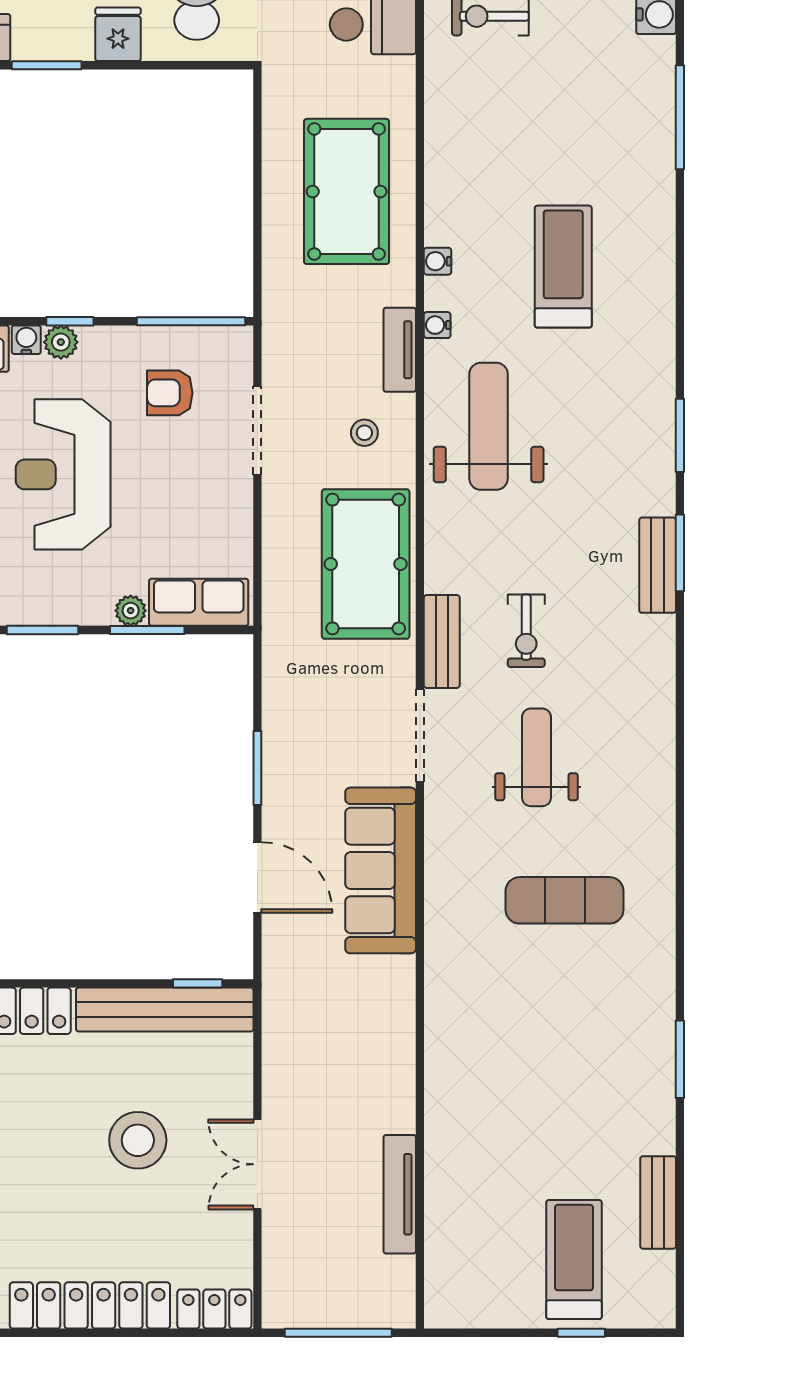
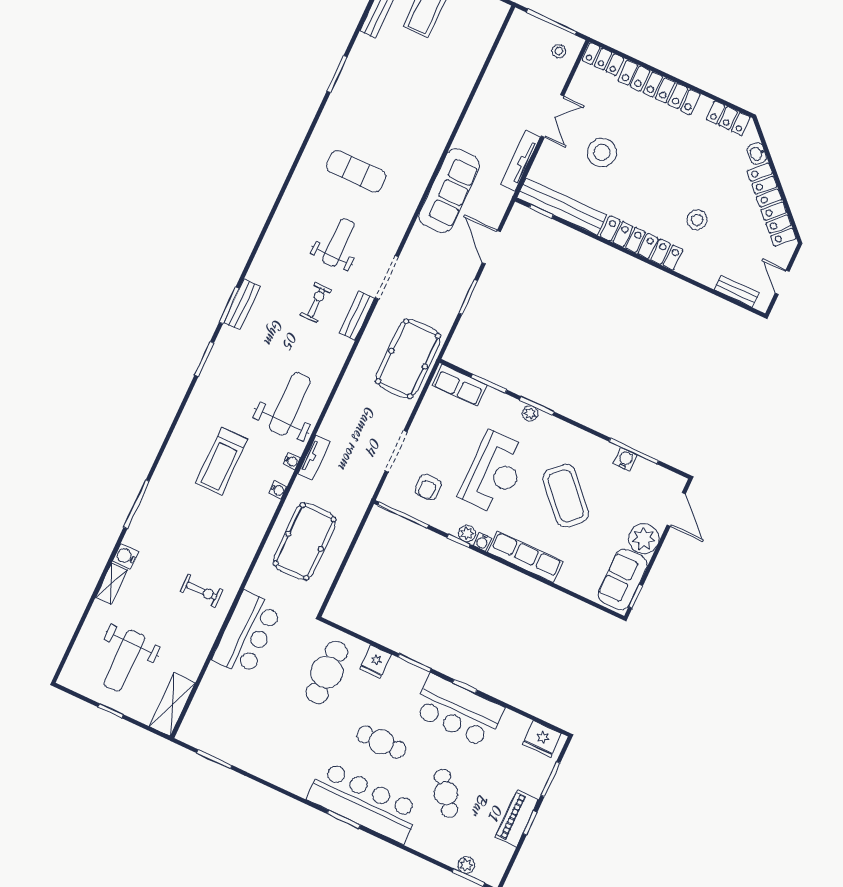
armchair: (170, 393) -> (428, 487), turned 90
weight bench: (489, 426) -> (290, 404), turned 180
stool: (364, 433) -> (559, 51), moved
pool table: (366, 564) -> (408, 359), moved
plant: (131, 611) -> (530, 413), moved
weight bench: (536, 757) -> (338, 242), turned 180
sofa: (381, 870) -> (449, 191), moved
tv unit: (400, 1194) -> (520, 161), moved, turned 180

